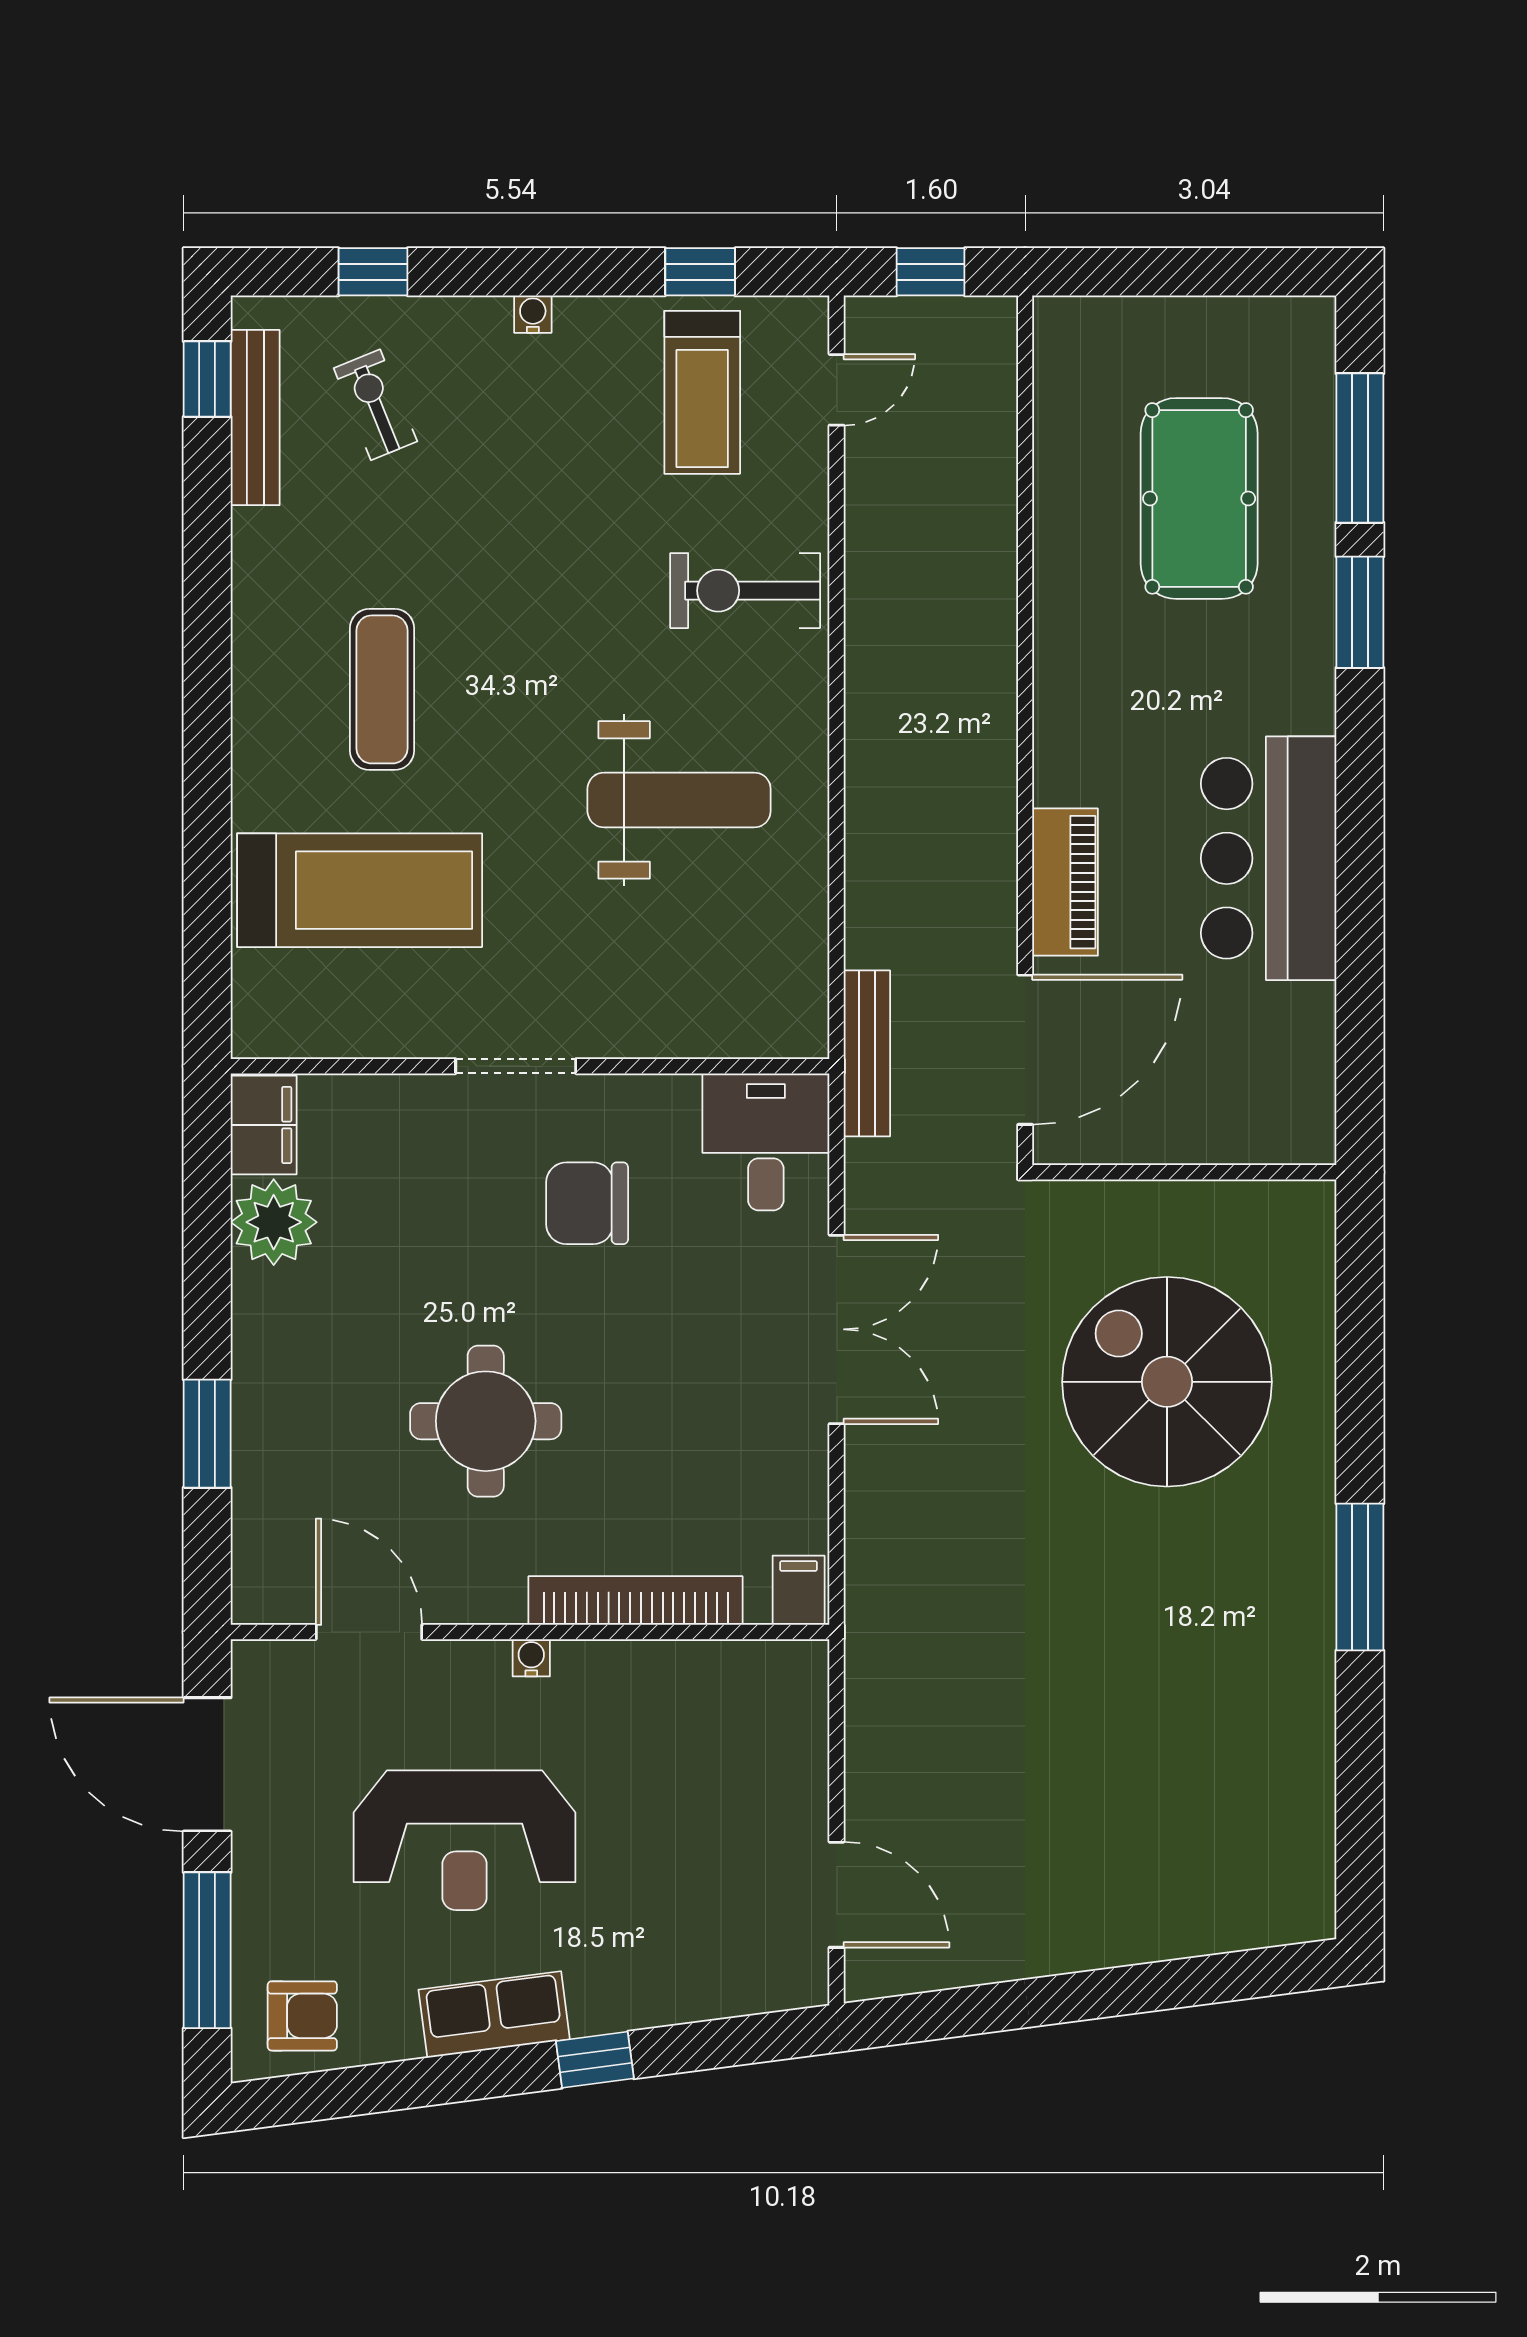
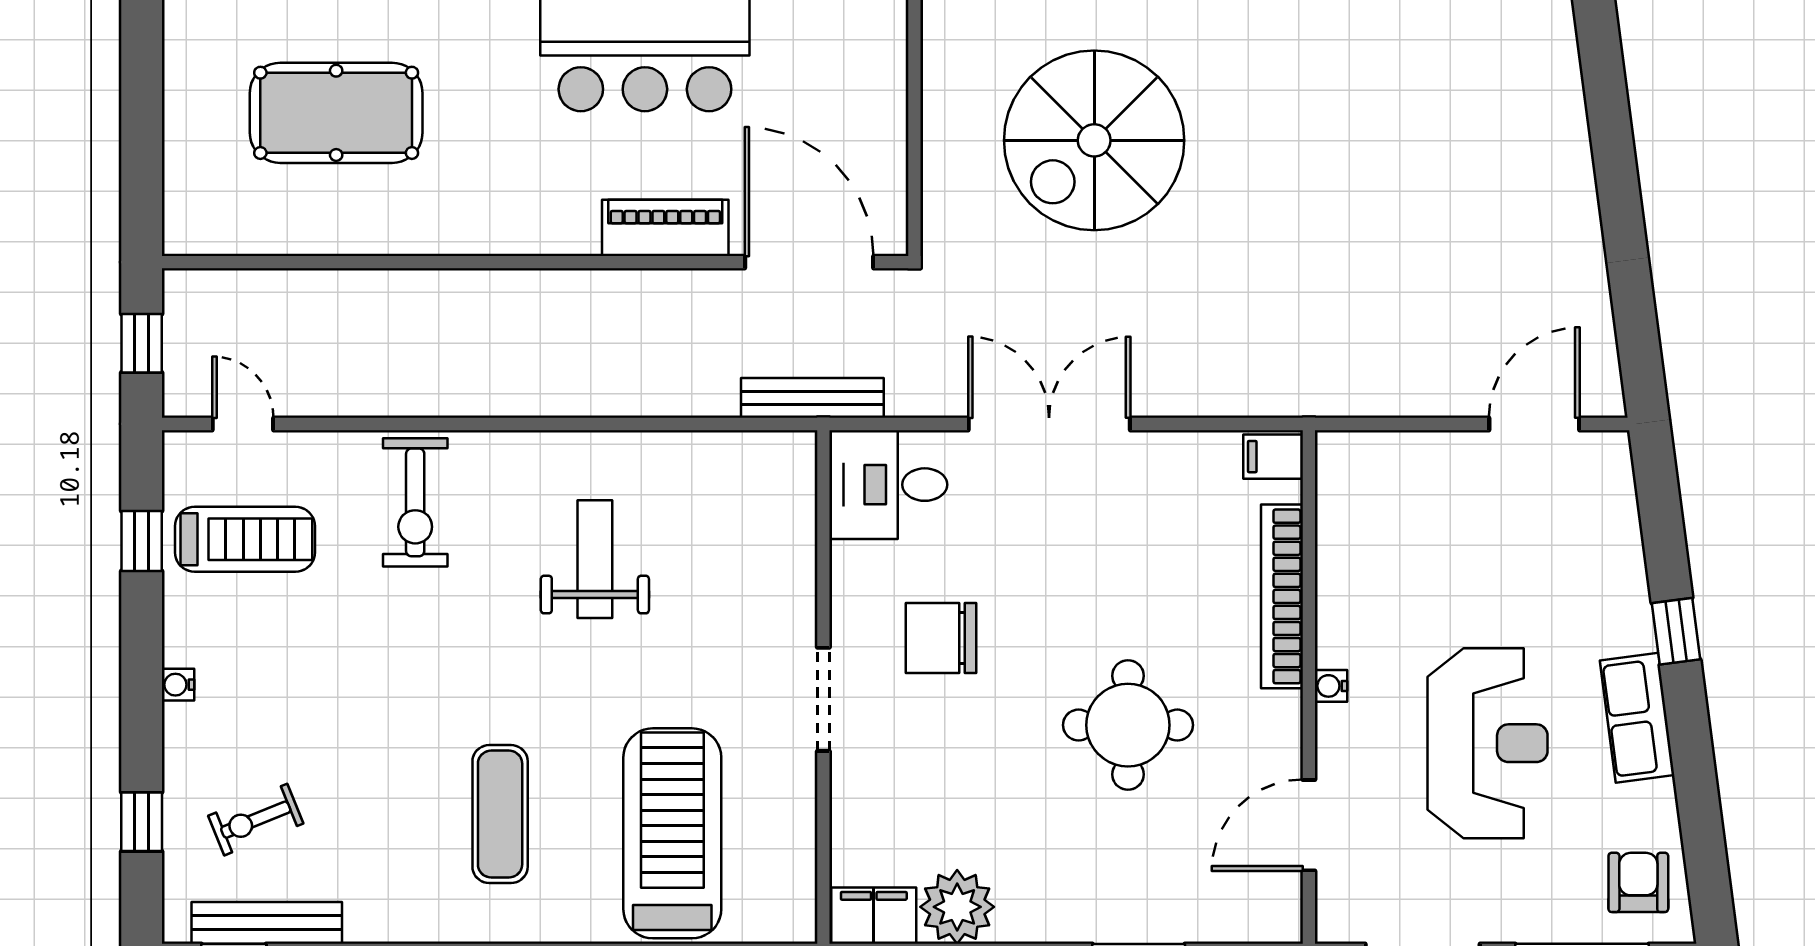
exercise mat: (382, 689) -> (500, 814), turned 90
weight bench: (679, 800) -> (595, 559), width x0.73, depth x0.75
chair: (587, 1203) -> (941, 638), turned 90

